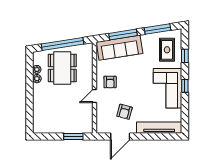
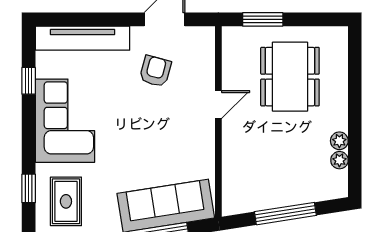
window: (63, 44) -> (285, 214), width x0.68
dining table: (62, 68) -> (290, 77), moved
armchair: (110, 82) -> (186, 134), removed
window: (185, 86) -> (29, 81), moved

